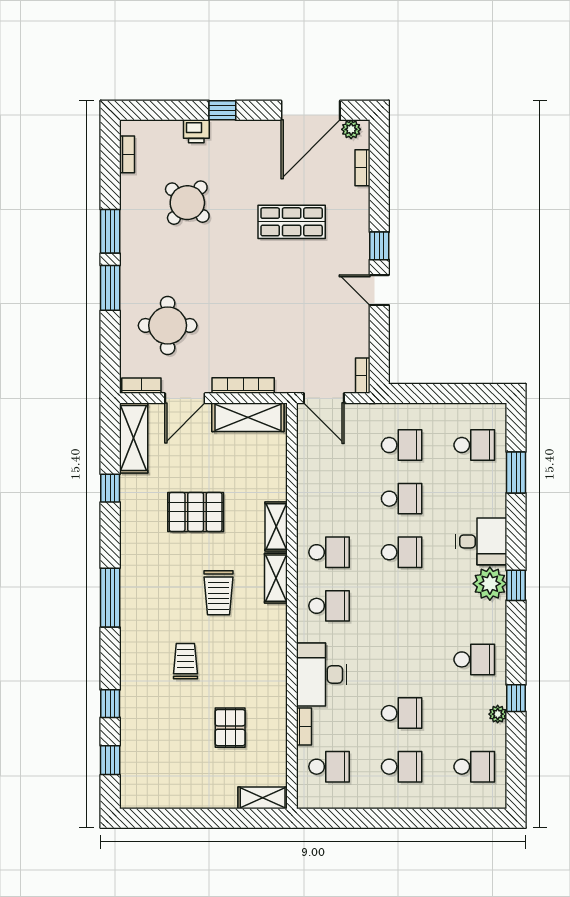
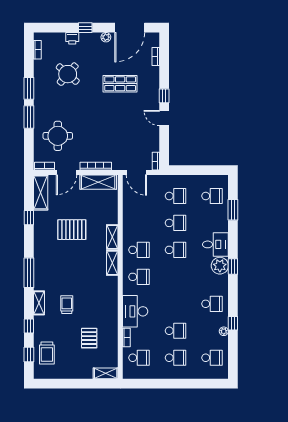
plant: (351, 129) -> (106, 37), moved
trolley: (218, 593) -> (47, 353), moved
shelving: (130, 658) -> (39, 303), added

